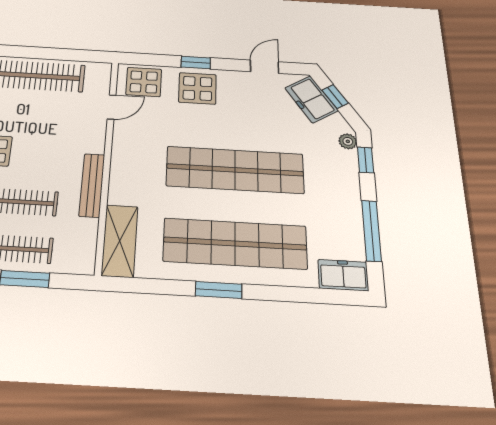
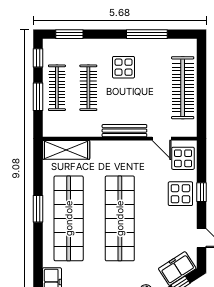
bench: (92, 185) -> (124, 131), moved

